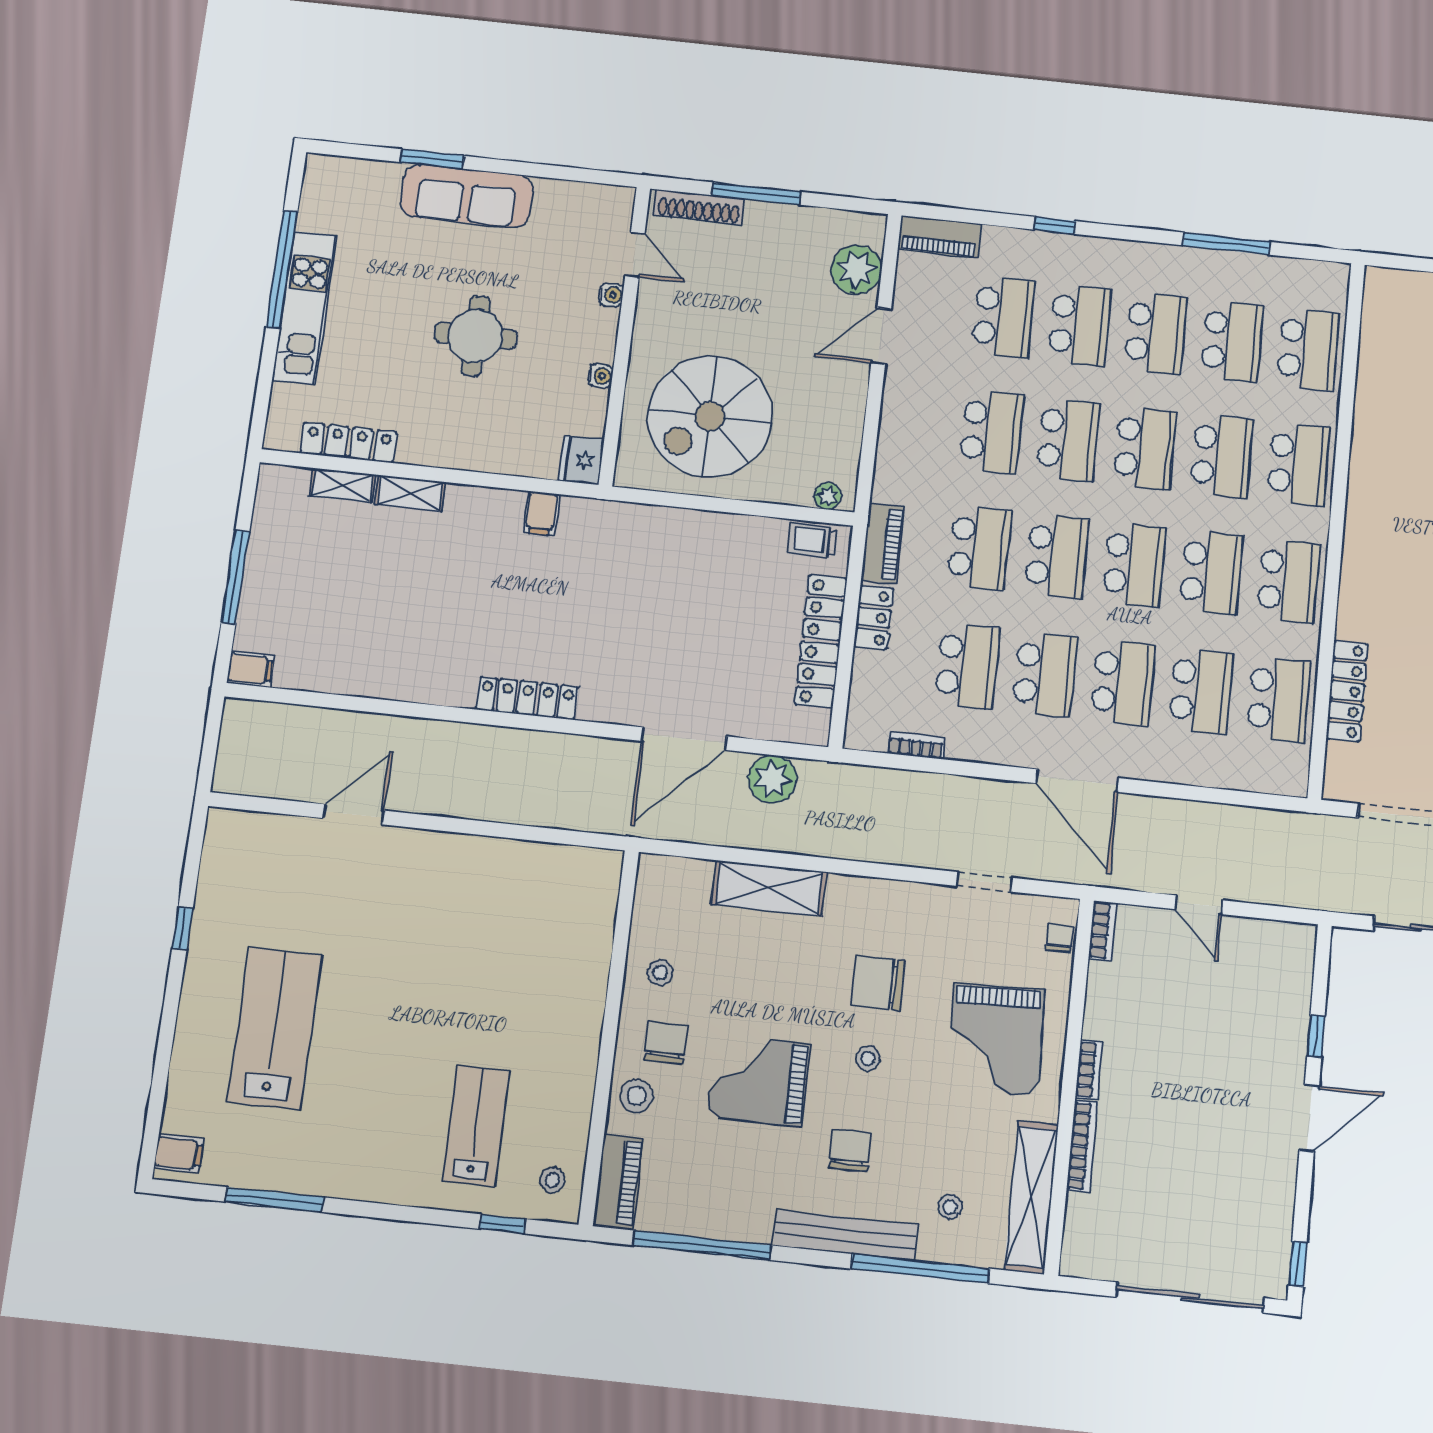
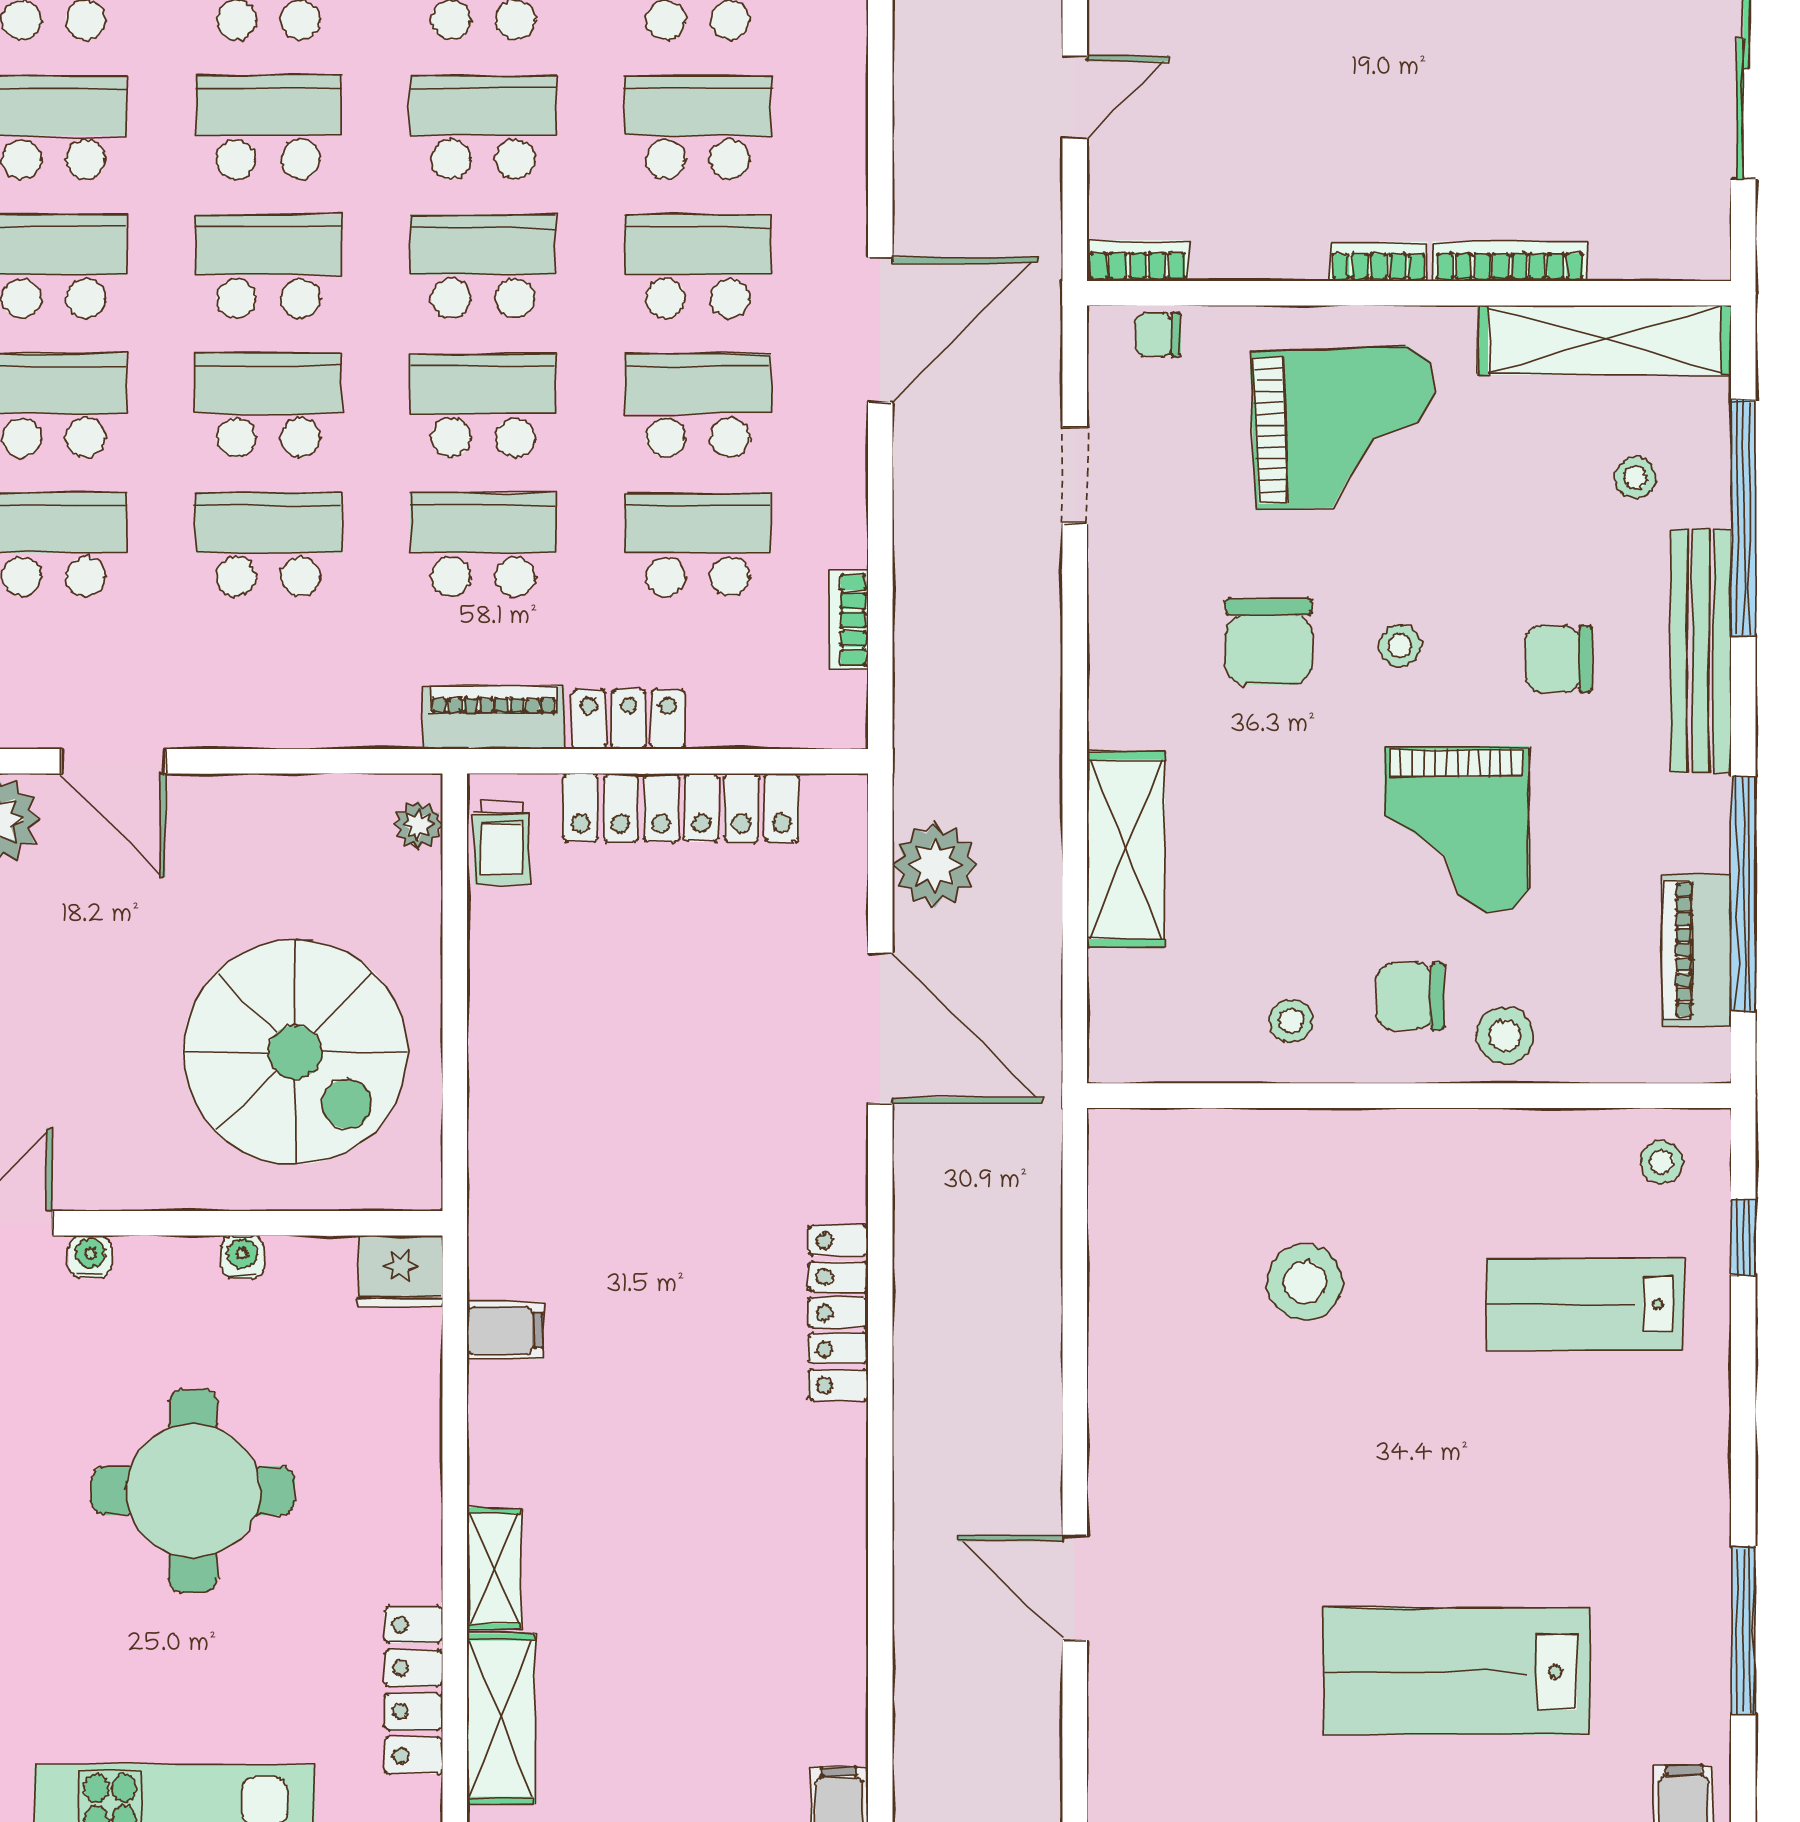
round table: (475, 336) -> (193, 1491), width x1.36, depth x1.36
shelving: (342, 485) -> (501, 1719), width x1.50, depth x1.33
stool: (510, 965) -> (1305, 1282), added
piano: (618, 1182) -> (1697, 950), moved, turned -90

